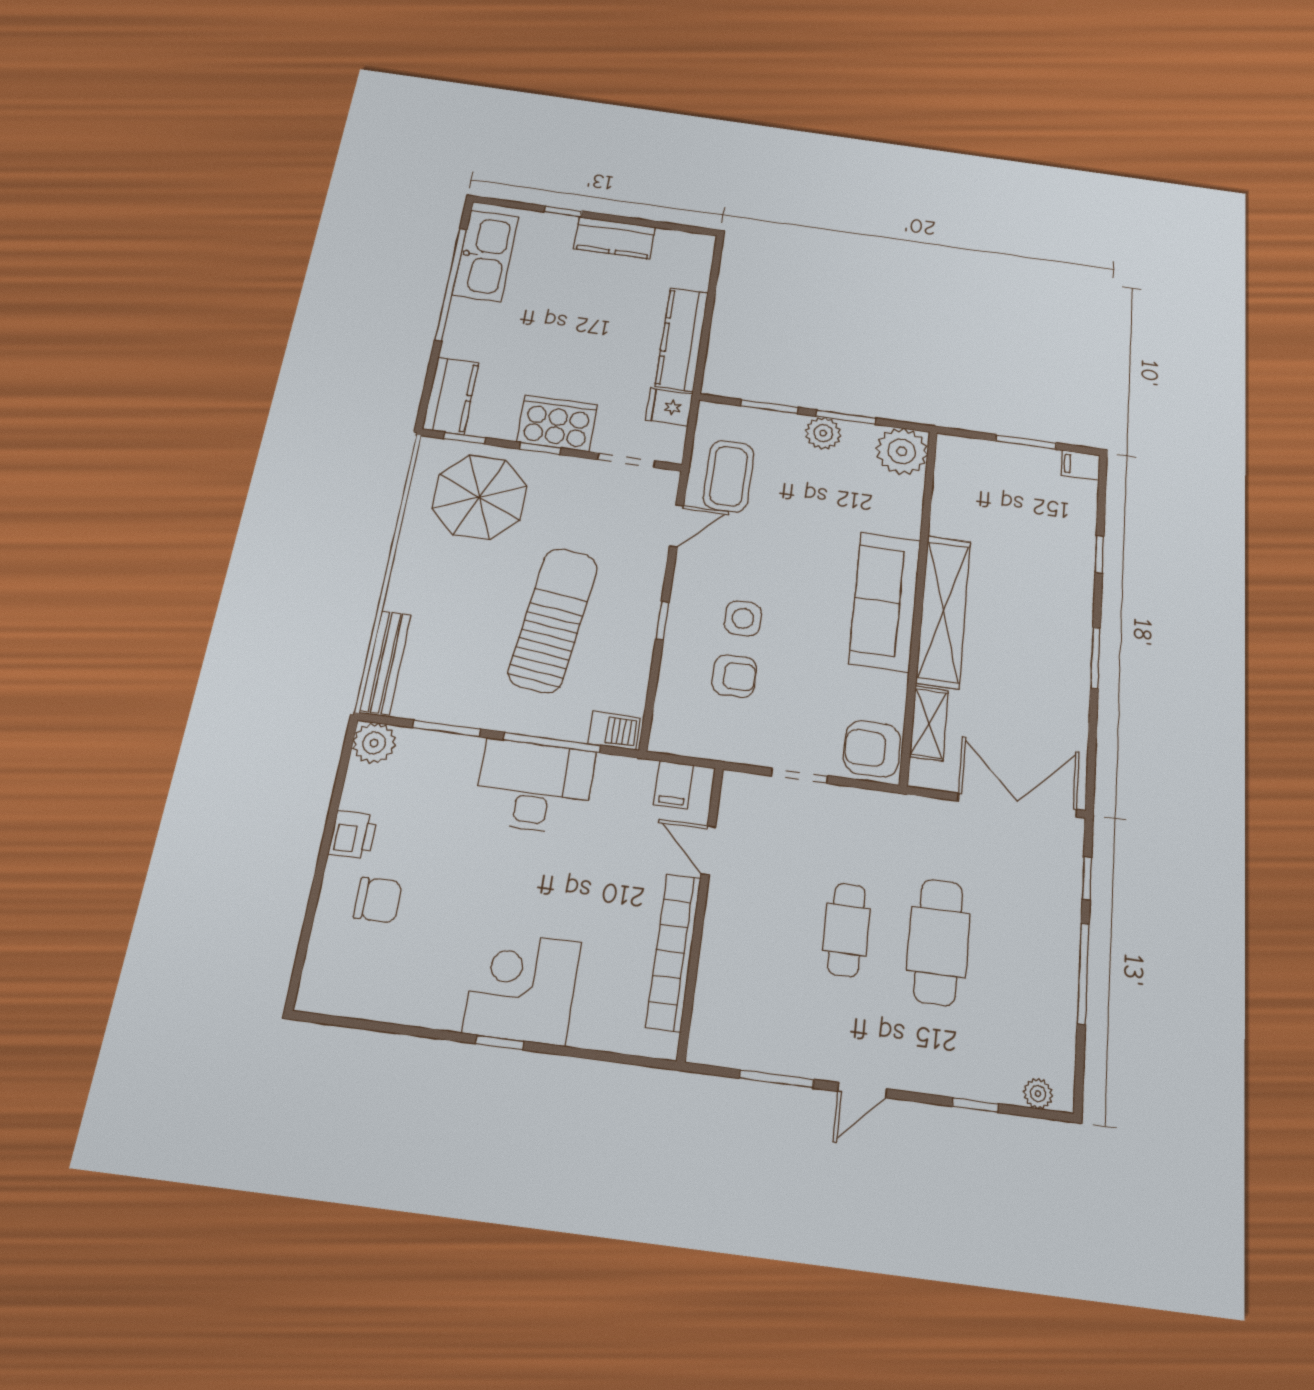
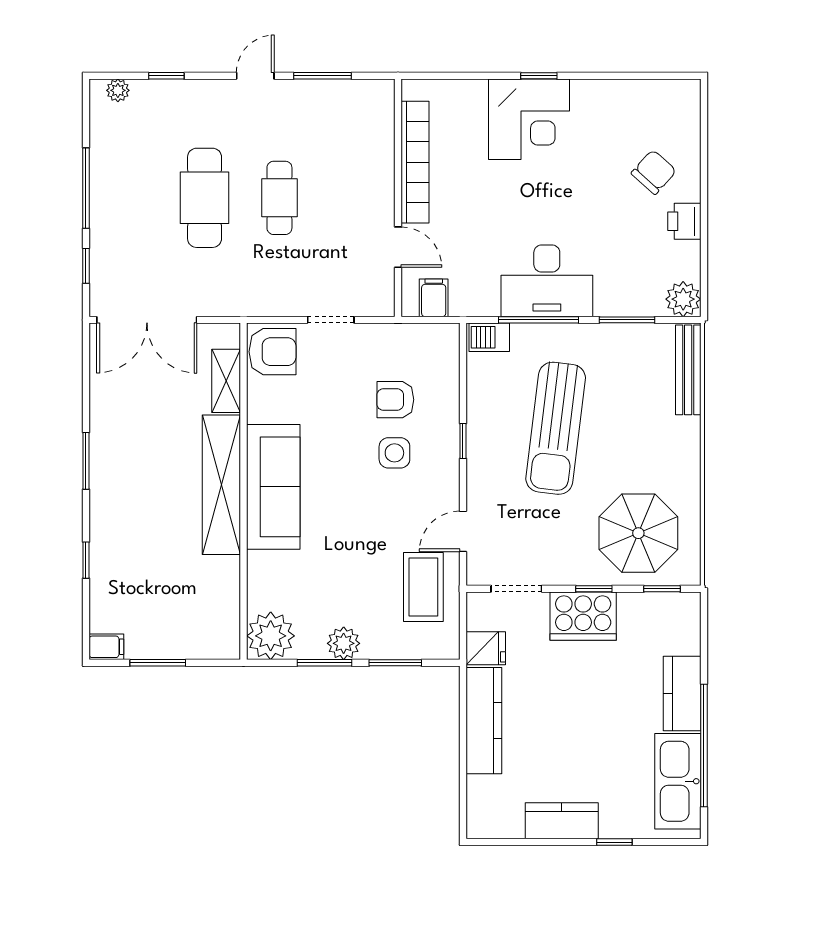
kitchen counter: (451, 396) -> (682, 694), moved
chair: (378, 900) -> (654, 172), turned 132

